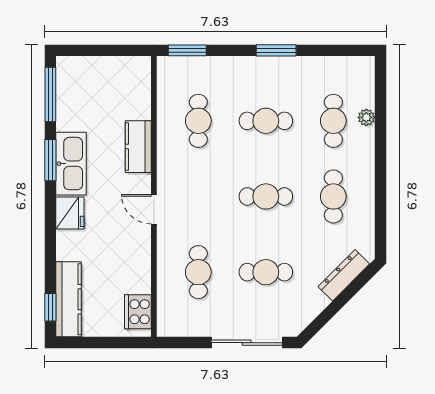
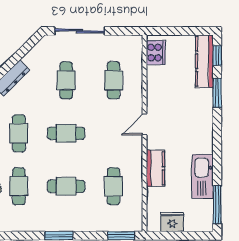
window: (50, 160) -> (217, 93), moved
kitchen sink: (71, 164) -> (203, 176), moved
door: (154, 209) -> (145, 124), swing flipped
fridge: (70, 213) -> (172, 222), moved, turned 90
cafe table: (266, 272) -> (66, 80), turned 90

